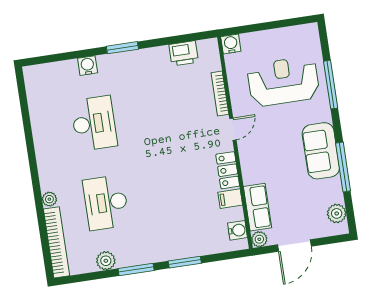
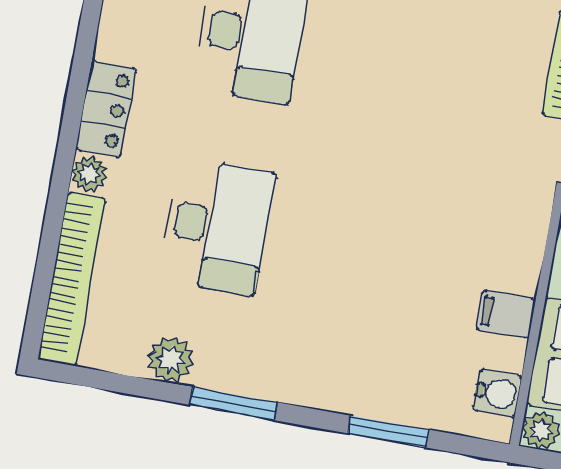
locker: (228, 170) -> (106, 109), moved, turned 180
desk: (106, 203) -> (217, 226), turned 180
window: (185, 262) -> (388, 432), moved

